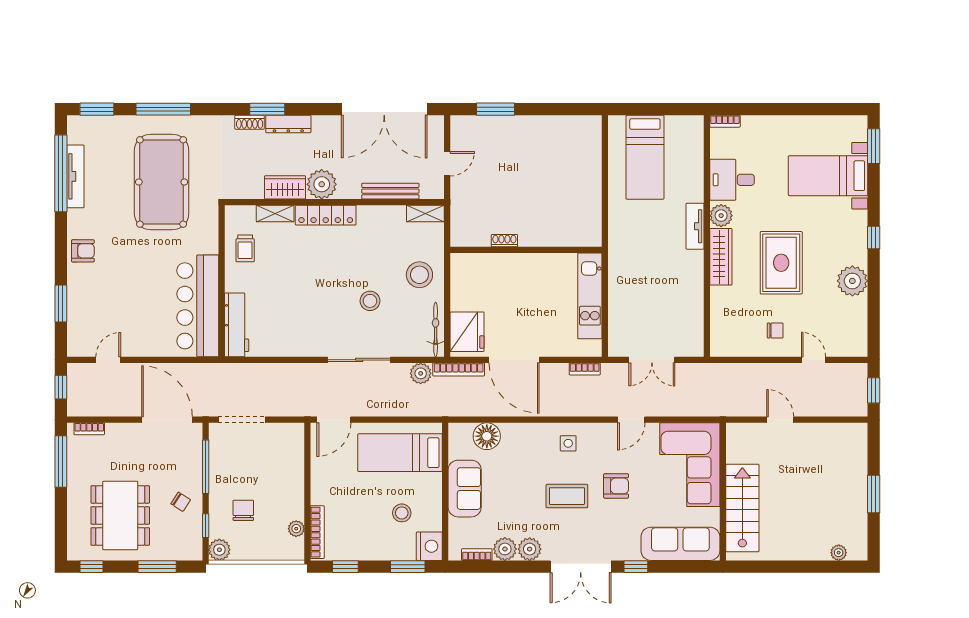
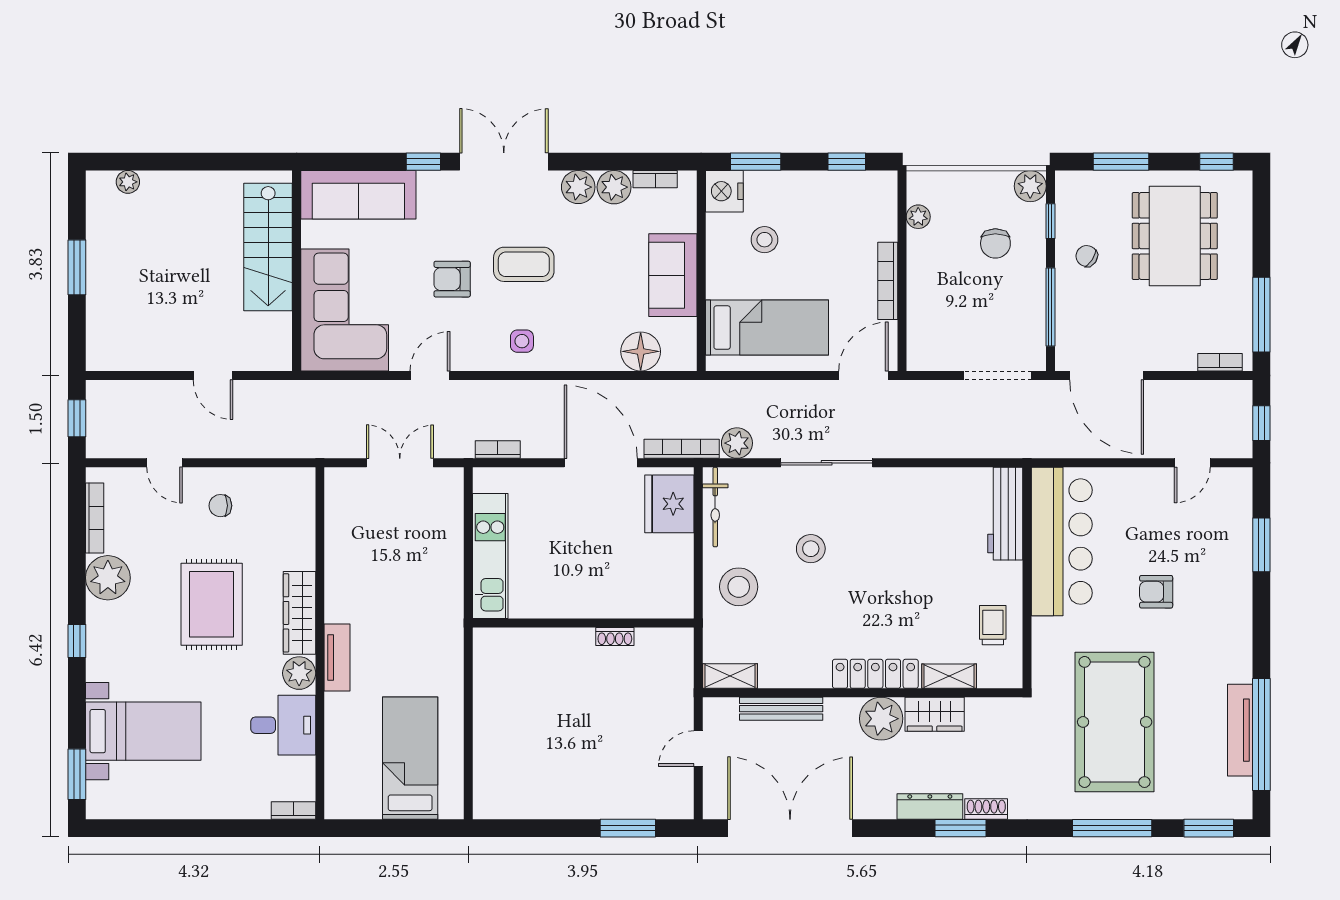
armchair: (83, 251) -> (1156, 592), moved
bookcase: (861, 322) -> (95, 518), added
bookcase: (317, 532) -> (888, 281), moved

